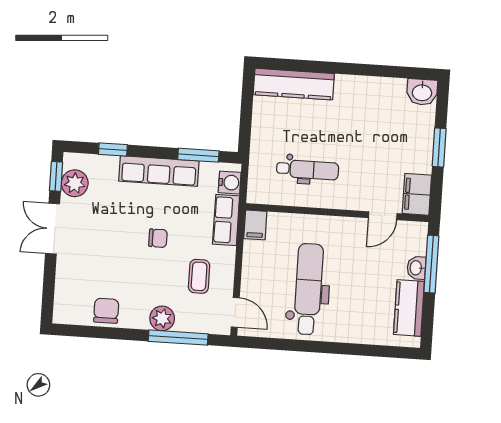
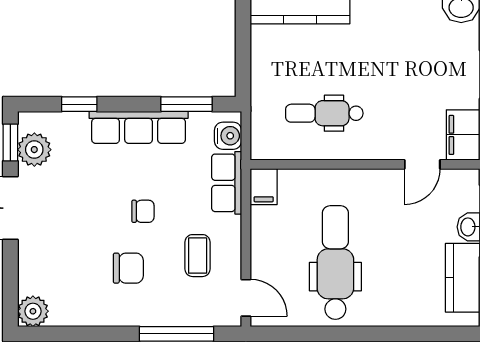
dental chair: (308, 170) -> (324, 113), turned 180
chair: (106, 311) -> (128, 268), moved, turned 90
plant: (162, 318) -> (33, 311), moved

